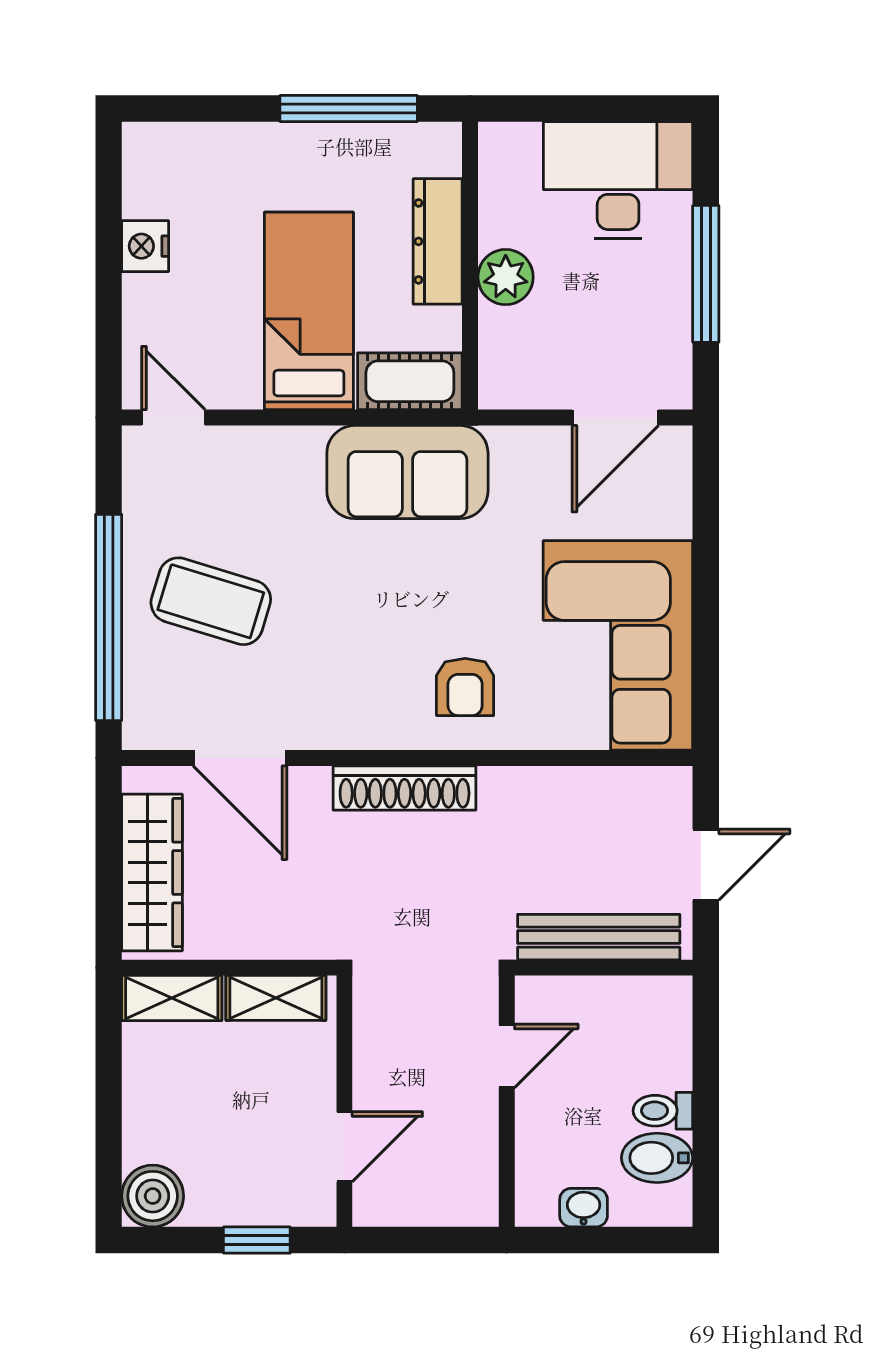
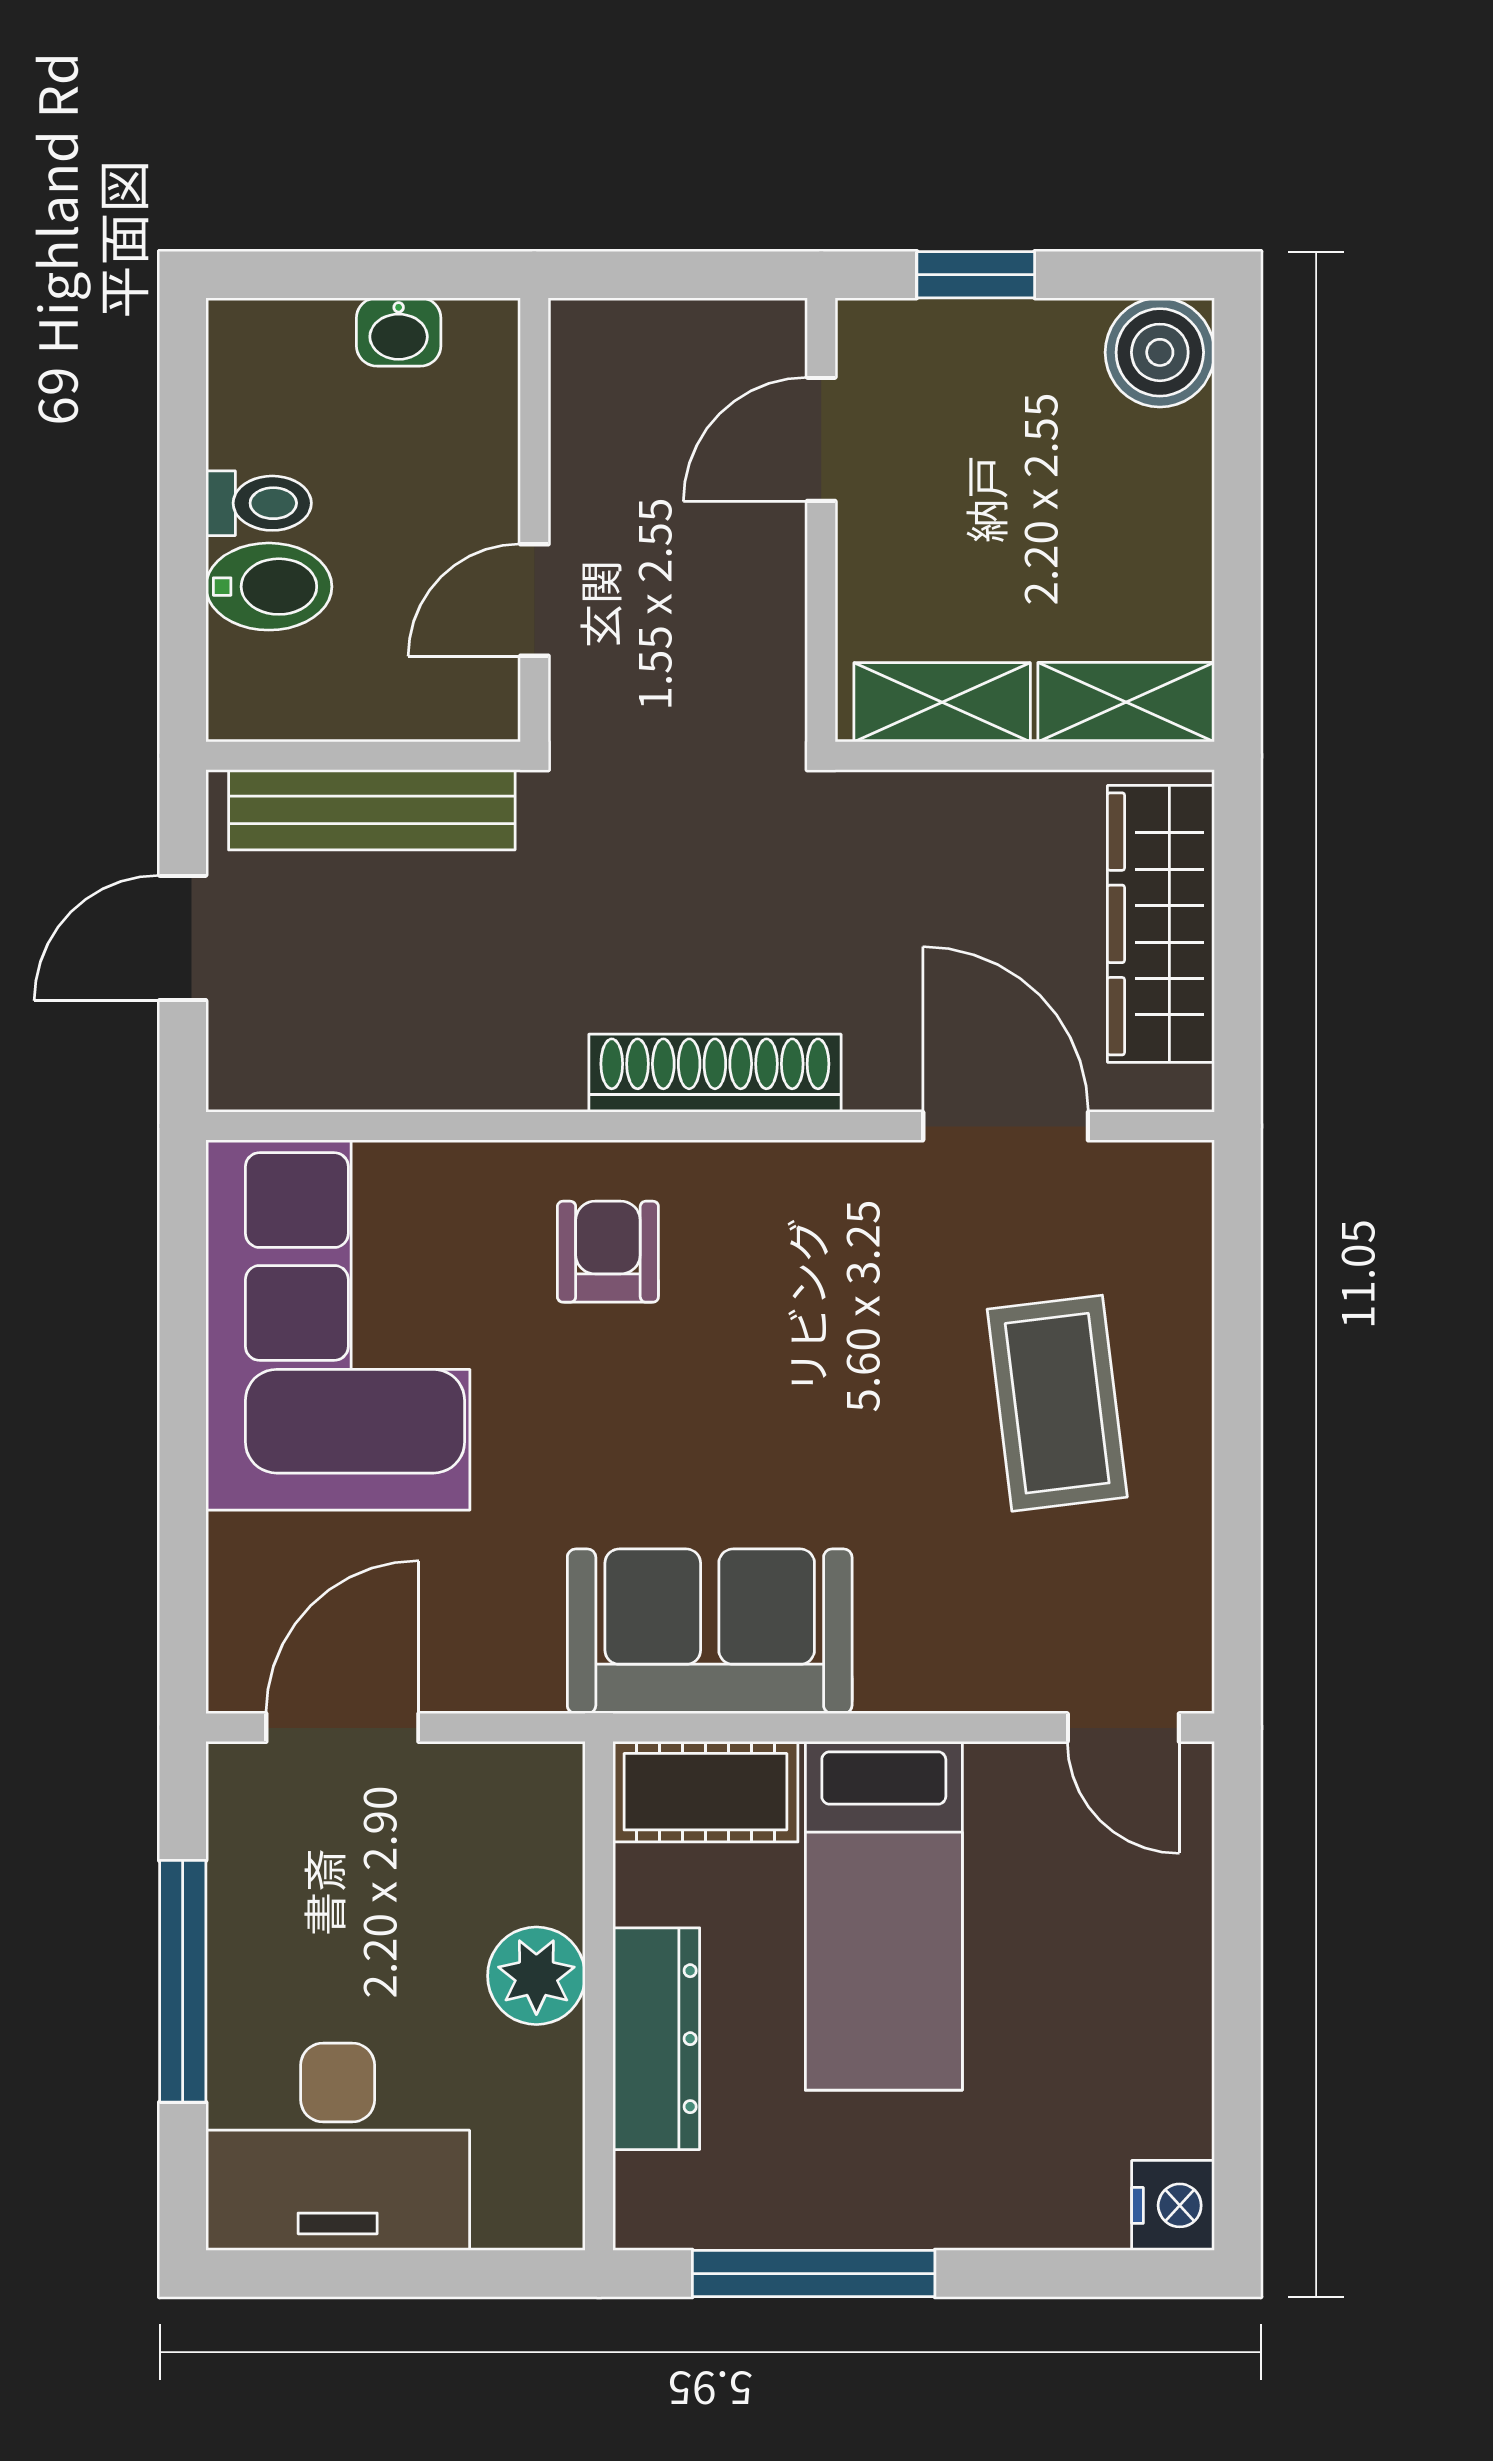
nightstand: (145, 246) -> (1173, 2205), moved
coffee table: (211, 601) -> (1057, 1403), turned 66
window: (109, 617) -> (1238, 1374), removed
bidet: (657, 1158) -> (269, 587), moved

